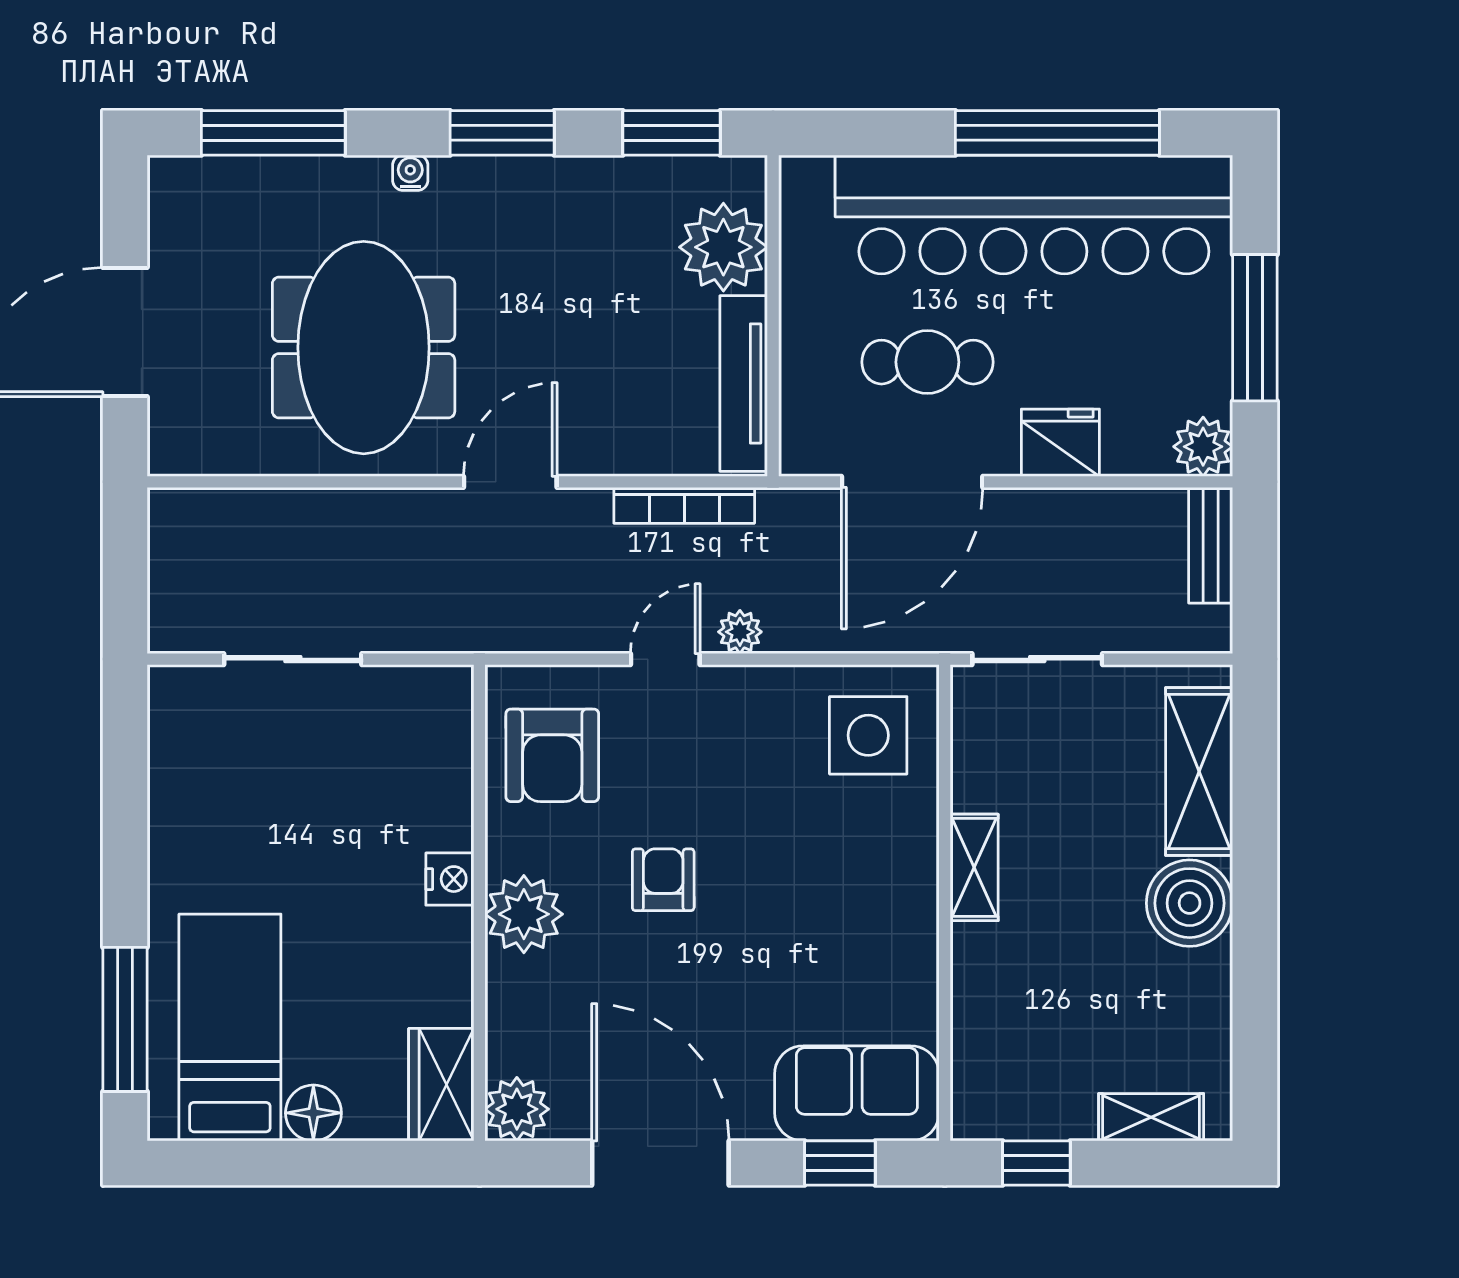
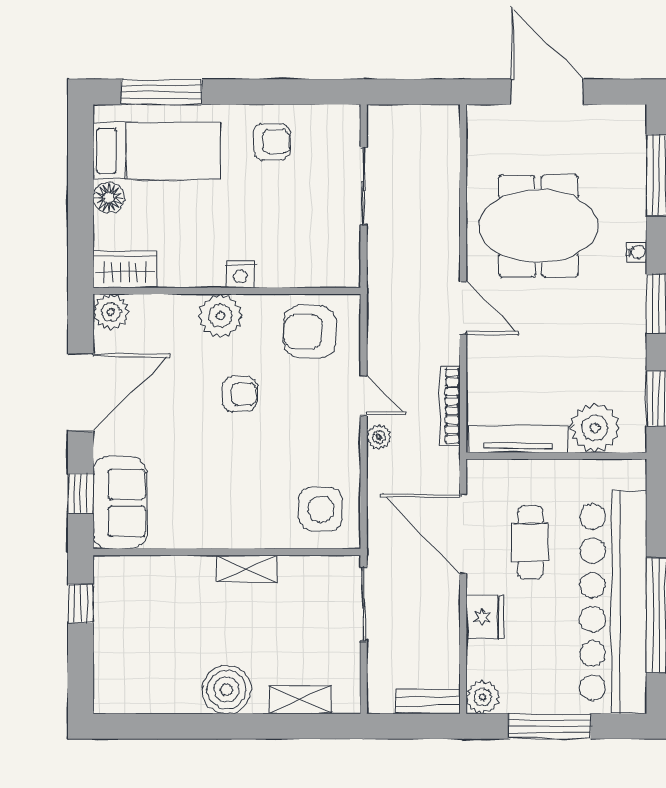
shelving: (1199, 772) -> (300, 700), width x0.67, depth x0.75
armchair: (213, 823) -> (272, 141), added
shelving: (1151, 1117) -> (106, 668), removed

